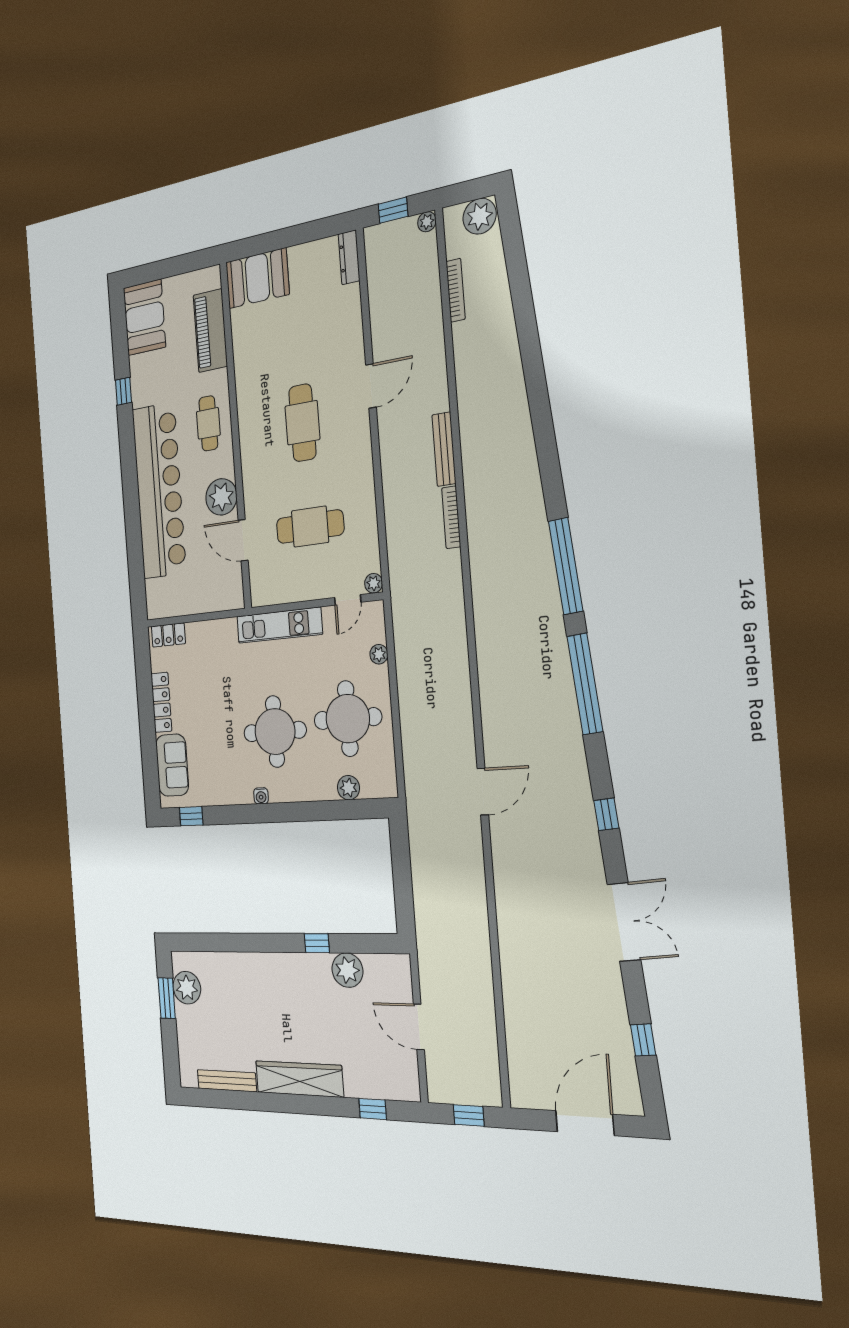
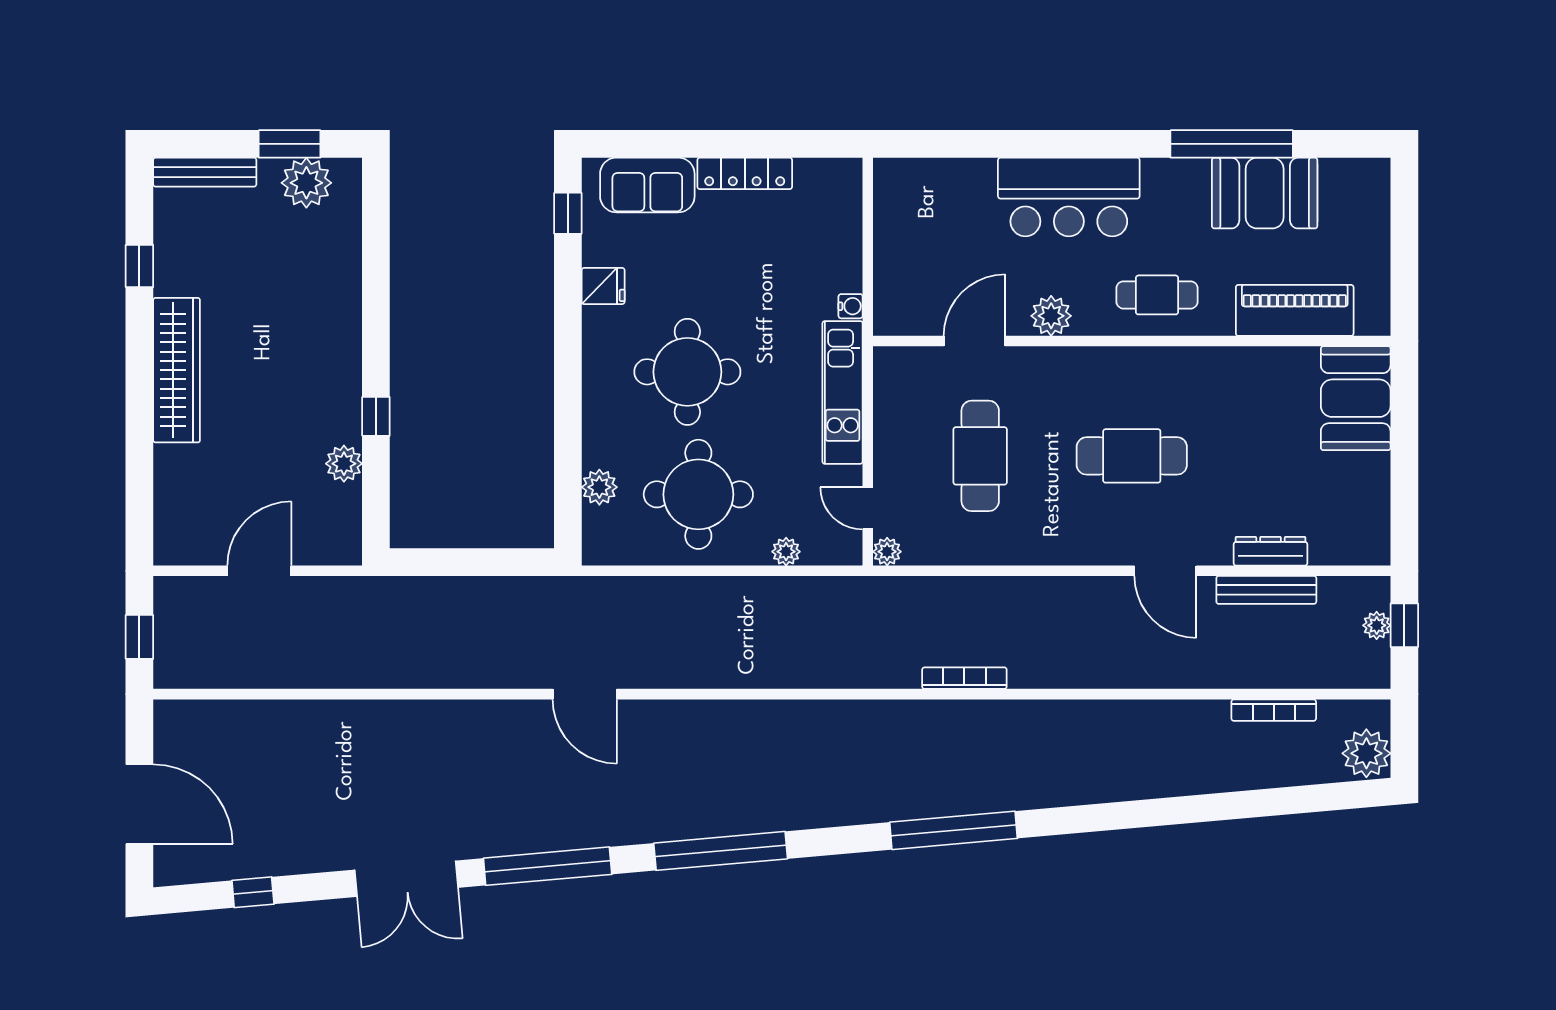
plant: (427, 222) -> (1377, 625), moved
dresser: (349, 257) -> (1270, 551), moved
booth: (144, 317) -> (1265, 193), moved
window: (123, 391) -> (1232, 144), width x3.17
bench: (444, 449) -> (1266, 590), moved
bar counter: (159, 491) -> (1069, 197), width x0.54
plant: (221, 497) -> (1051, 316), width x0.73, depth x0.73
window: (566, 566) -> (953, 830), moved
locker: (168, 635) -> (847, 195), removed
fridge: (230, 791) -> (603, 286), added
water cooler: (261, 796) -> (851, 306), moved, turned 180
window: (606, 814) -> (548, 866), width x3.17
plant: (347, 970) -> (344, 464), width x0.73, depth x0.73
bench: (227, 1081) -> (205, 172), moved, turned 90
window: (373, 1109) -> (139, 266), moved

